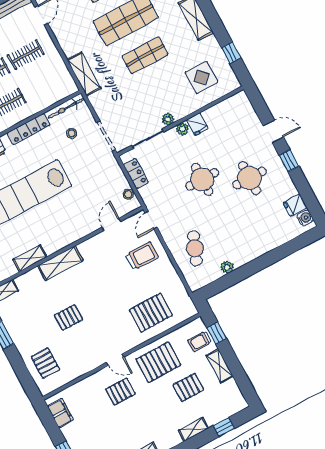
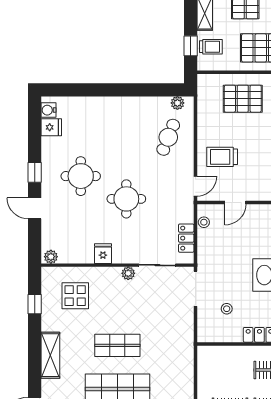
shelving: (84, 74) -> (185, 359), removed
bicycle: (66, 108) -> (219, 335), removed
plant: (182, 129) -> (51, 257), moved
plant: (227, 267) -> (177, 103), moved

